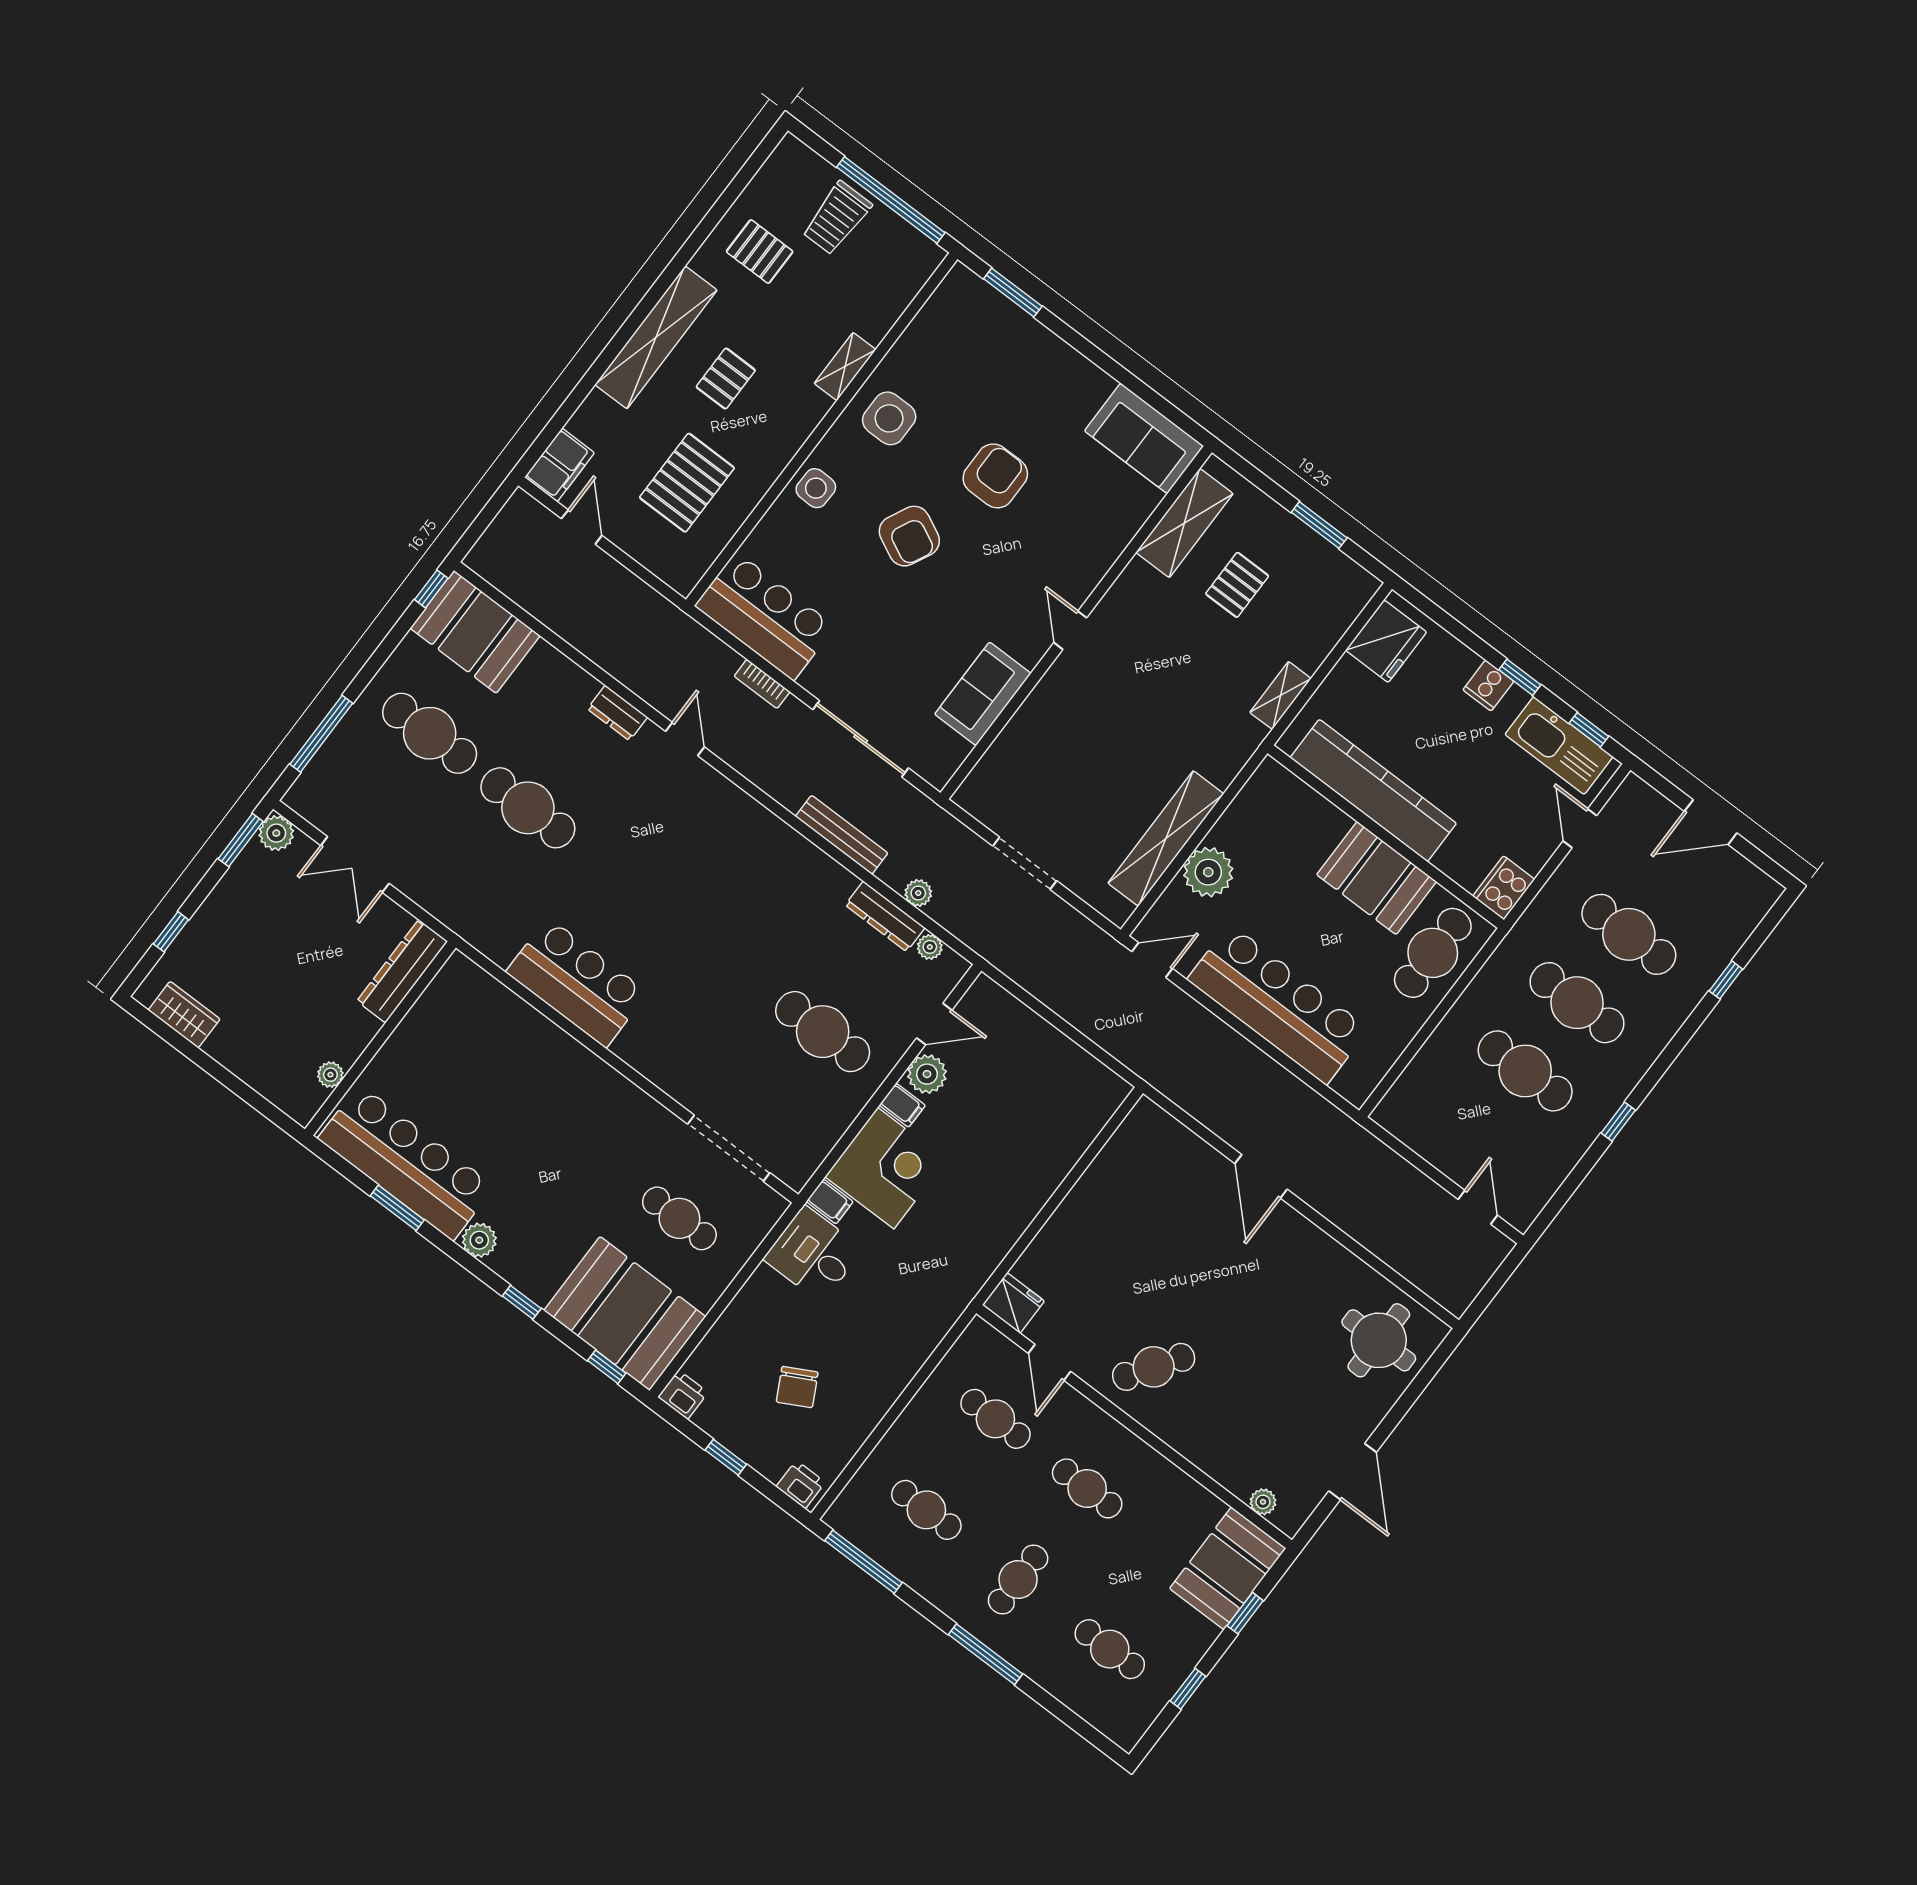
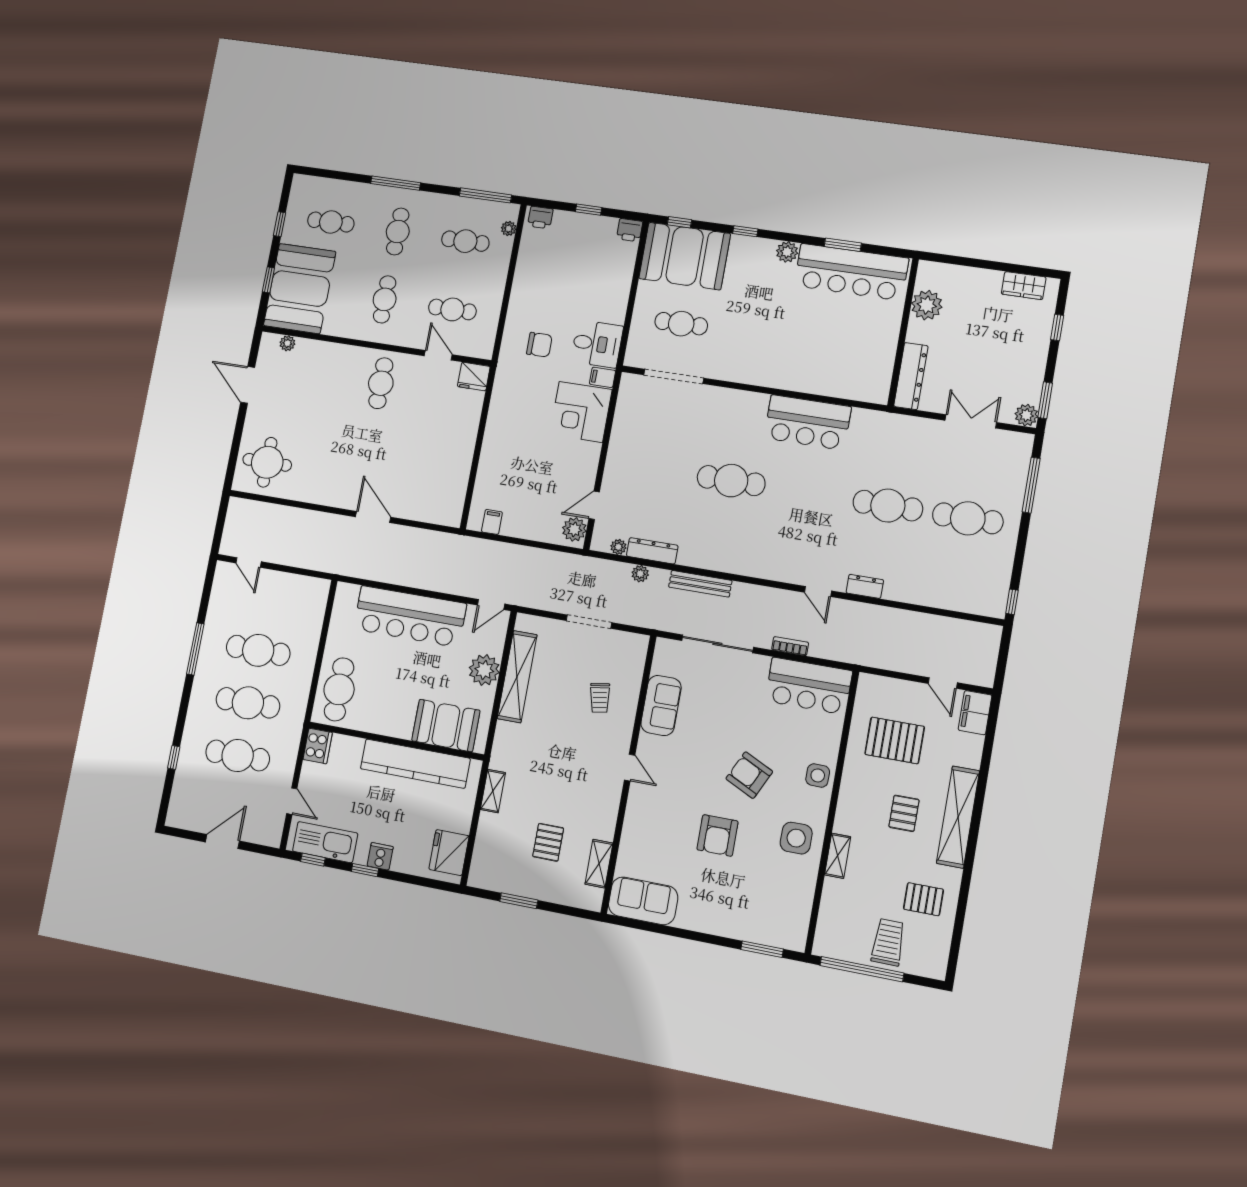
pallet: (687, 483) -> (895, 740), turned 90
shelving: (1184, 523) -> (599, 864), width x0.67, depth x0.75
booth: (475, 632) -> (973, 590), removed
trolley: (1063, 748) -> (600, 698), added
booth: (1377, 878) -> (446, 726), moved
cafe table: (823, 1032) -> (731, 481), moved
plant: (927, 1074) -> (574, 529), moved
plant: (330, 1075) -> (927, 305), width x1.88, depth x1.88
filing cabinet: (902, 1105) -> (492, 522), moved, turned 90
window: (1618, 1122) -> (195, 649), width x2.17
cafe table: (1154, 1367) -> (381, 383), turned -34
chair: (797, 1387) -> (539, 345), moved, turned 118
cafe table: (1087, 1488) -> (385, 299), turned 90
plant: (854, 1494) -> (509, 229), added
booth: (1228, 1568) -> (300, 289), width x1.36, depth x1.42

